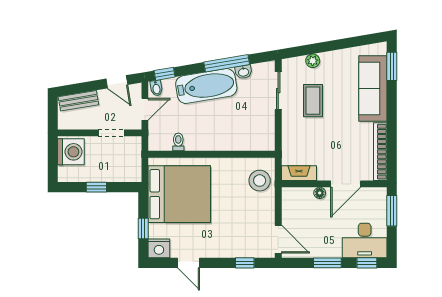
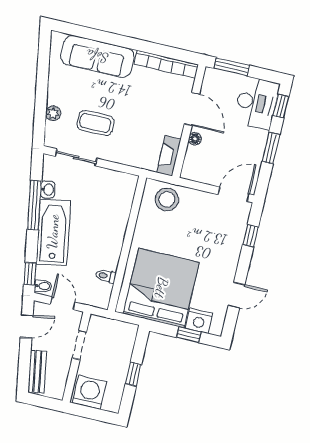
window: (392, 66) -> (79, 31), removed
nightstand: (159, 248) -> (199, 321), moved, turned 90

